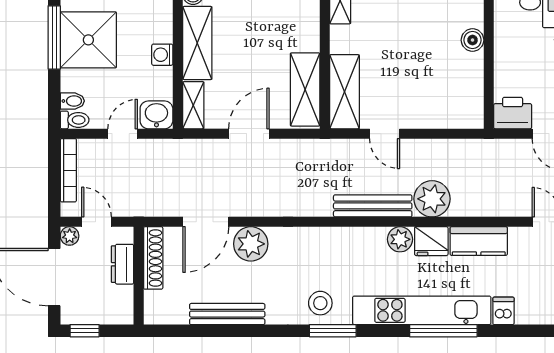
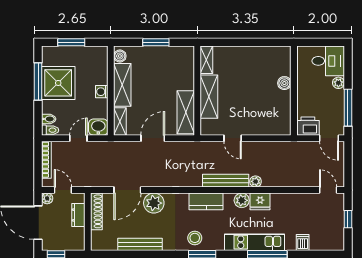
shelving: (344, 92) -> (209, 97), moved
plant: (432, 199) -> (256, 181), width x0.53, depth x0.53
kitchen counter: (479, 241) -> (206, 201), moved
kitchen unit: (422, 310) -> (254, 242), width x0.73

